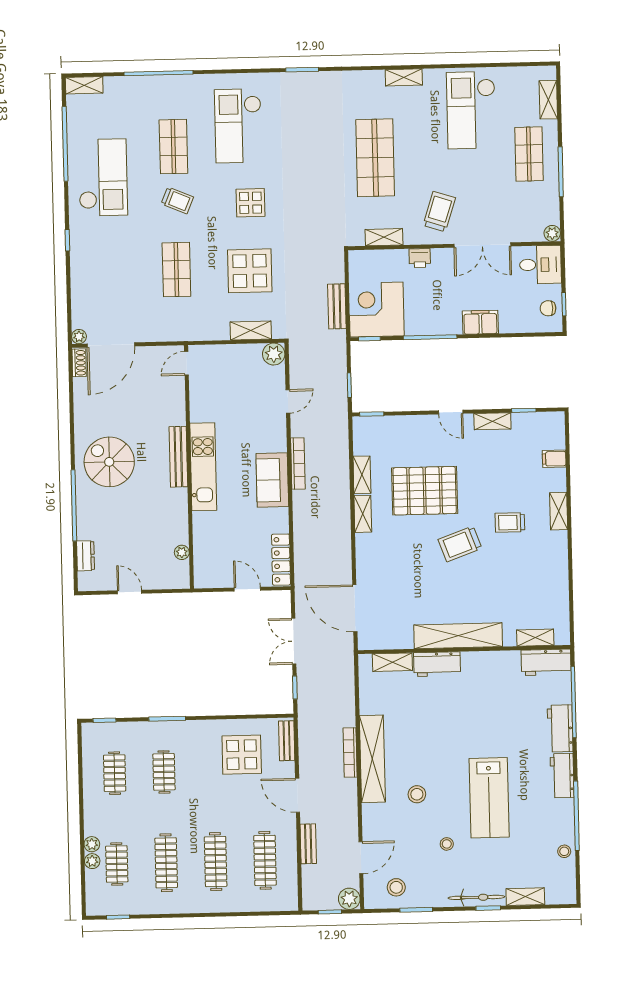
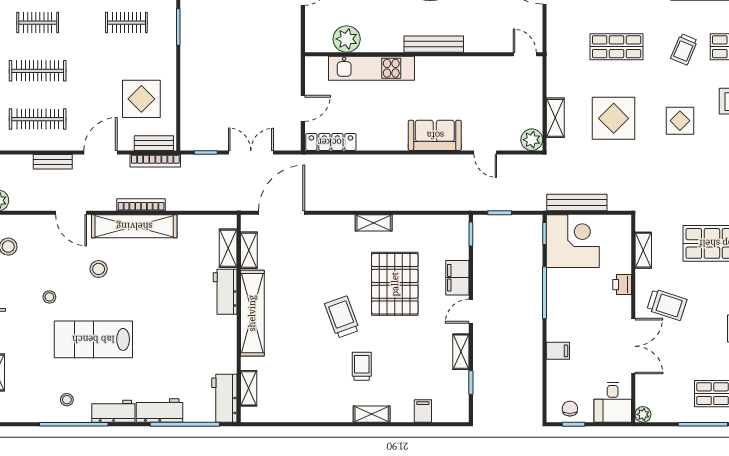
double door: (482, 245) -> (633, 346), swing flipped
bench: (337, 306) -> (577, 203), width x1.36
filing cabinet: (480, 322) -> (558, 351), width x0.50
filing cabinet: (417, 427) -> (457, 278), added
bookcase: (298, 463) -> (155, 161), moved
kitchen unit: (203, 467) -> (372, 68), moved
shelving: (362, 475) -> (249, 250), moved, turned 90
sofa: (272, 480) -> (435, 135), moved
plant: (182, 552) -> (347, 39), width x1.87, depth x1.87
stool: (564, 851) -> (67, 400), moved
door: (361, 858) -> (71, 213), moved
clothes rail: (166, 863) -> (38, 23), width x0.73

